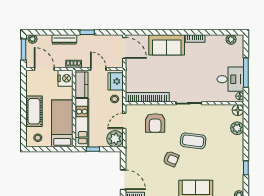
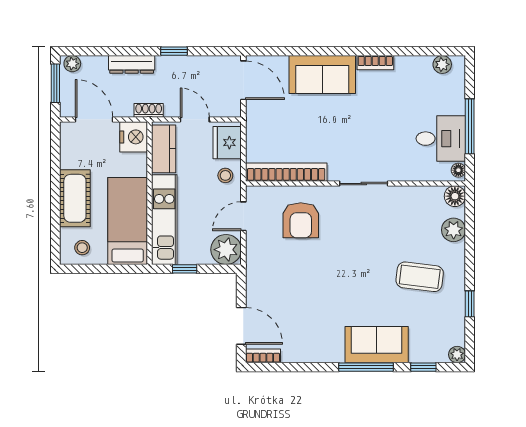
coffee table: (193, 141) -> (420, 277), moved
armchair: (171, 159) -> (330, 287), removed

